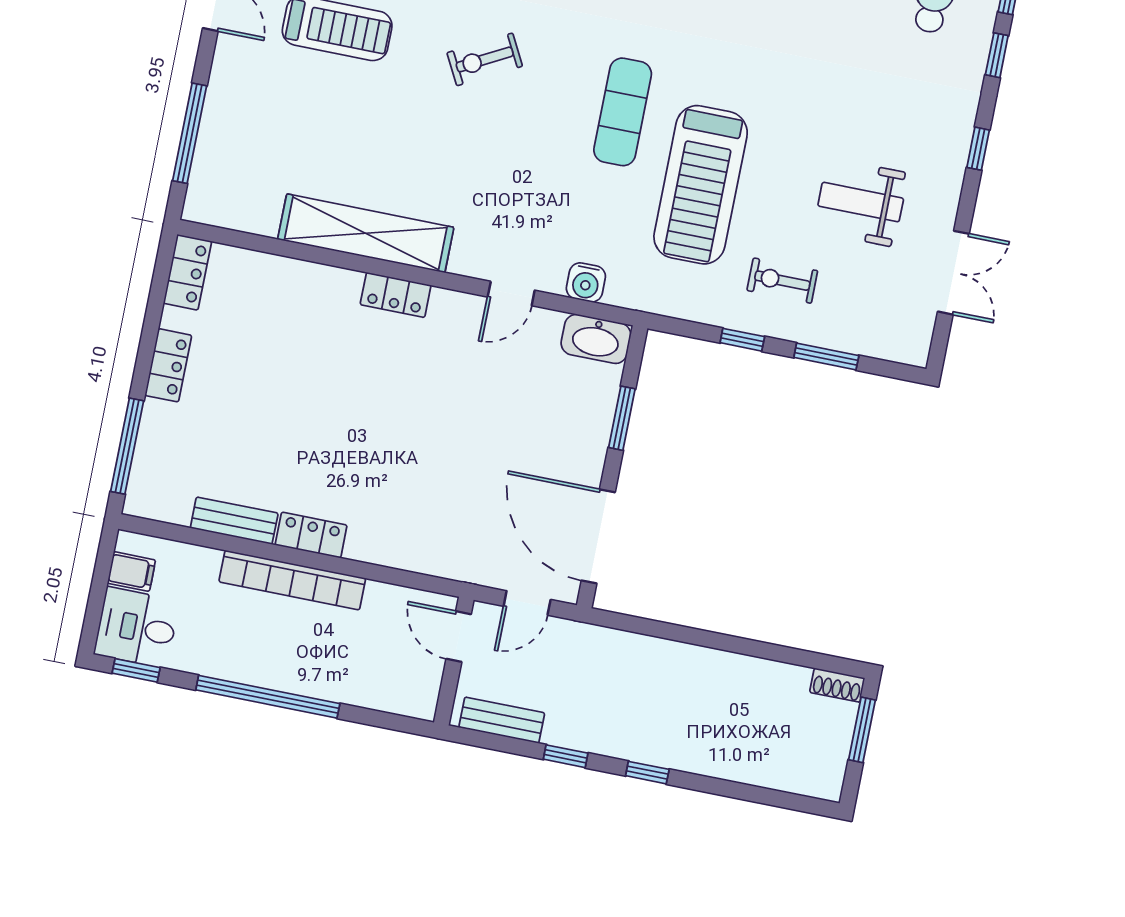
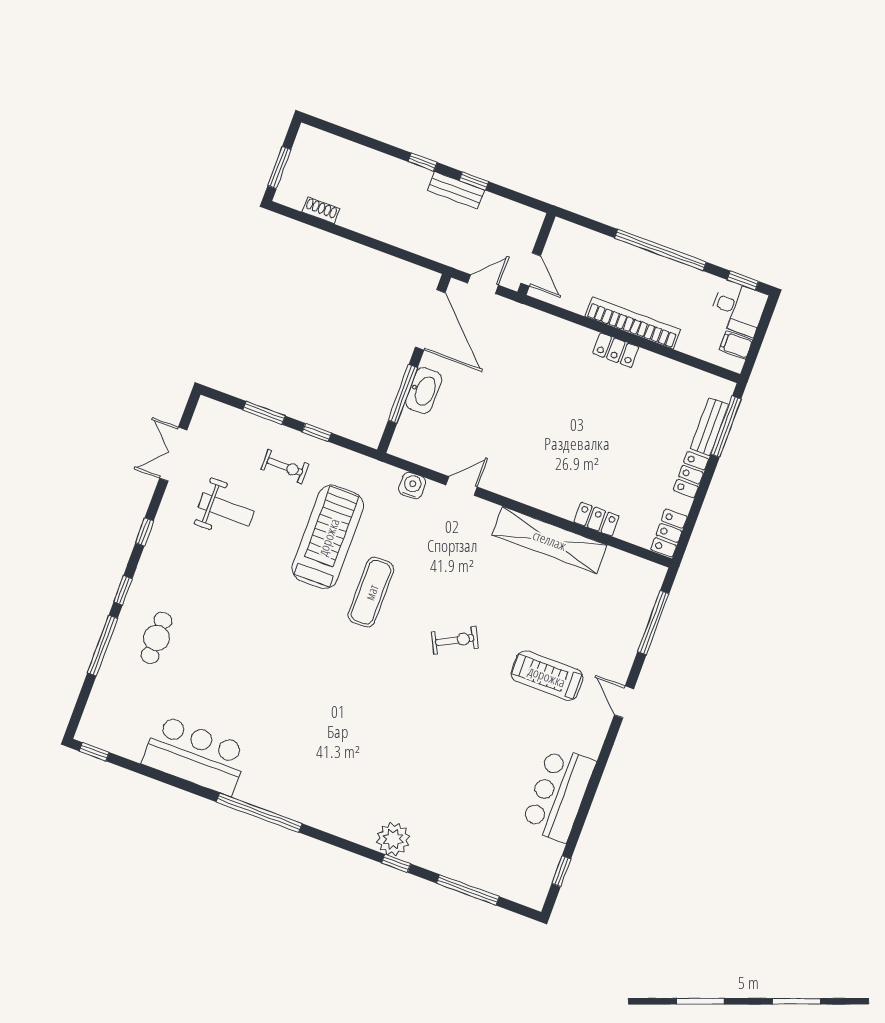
locker: (396, 295) -> (597, 519), moved
washbasin: (596, 339) -> (424, 390), moved, turned 90
window: (622, 418) -> (403, 394), width x1.44
bench: (234, 521) -> (710, 427), moved, turned 90
shoe rack: (837, 685) -> (321, 210), moved
bench: (502, 720) -> (456, 190), moved

